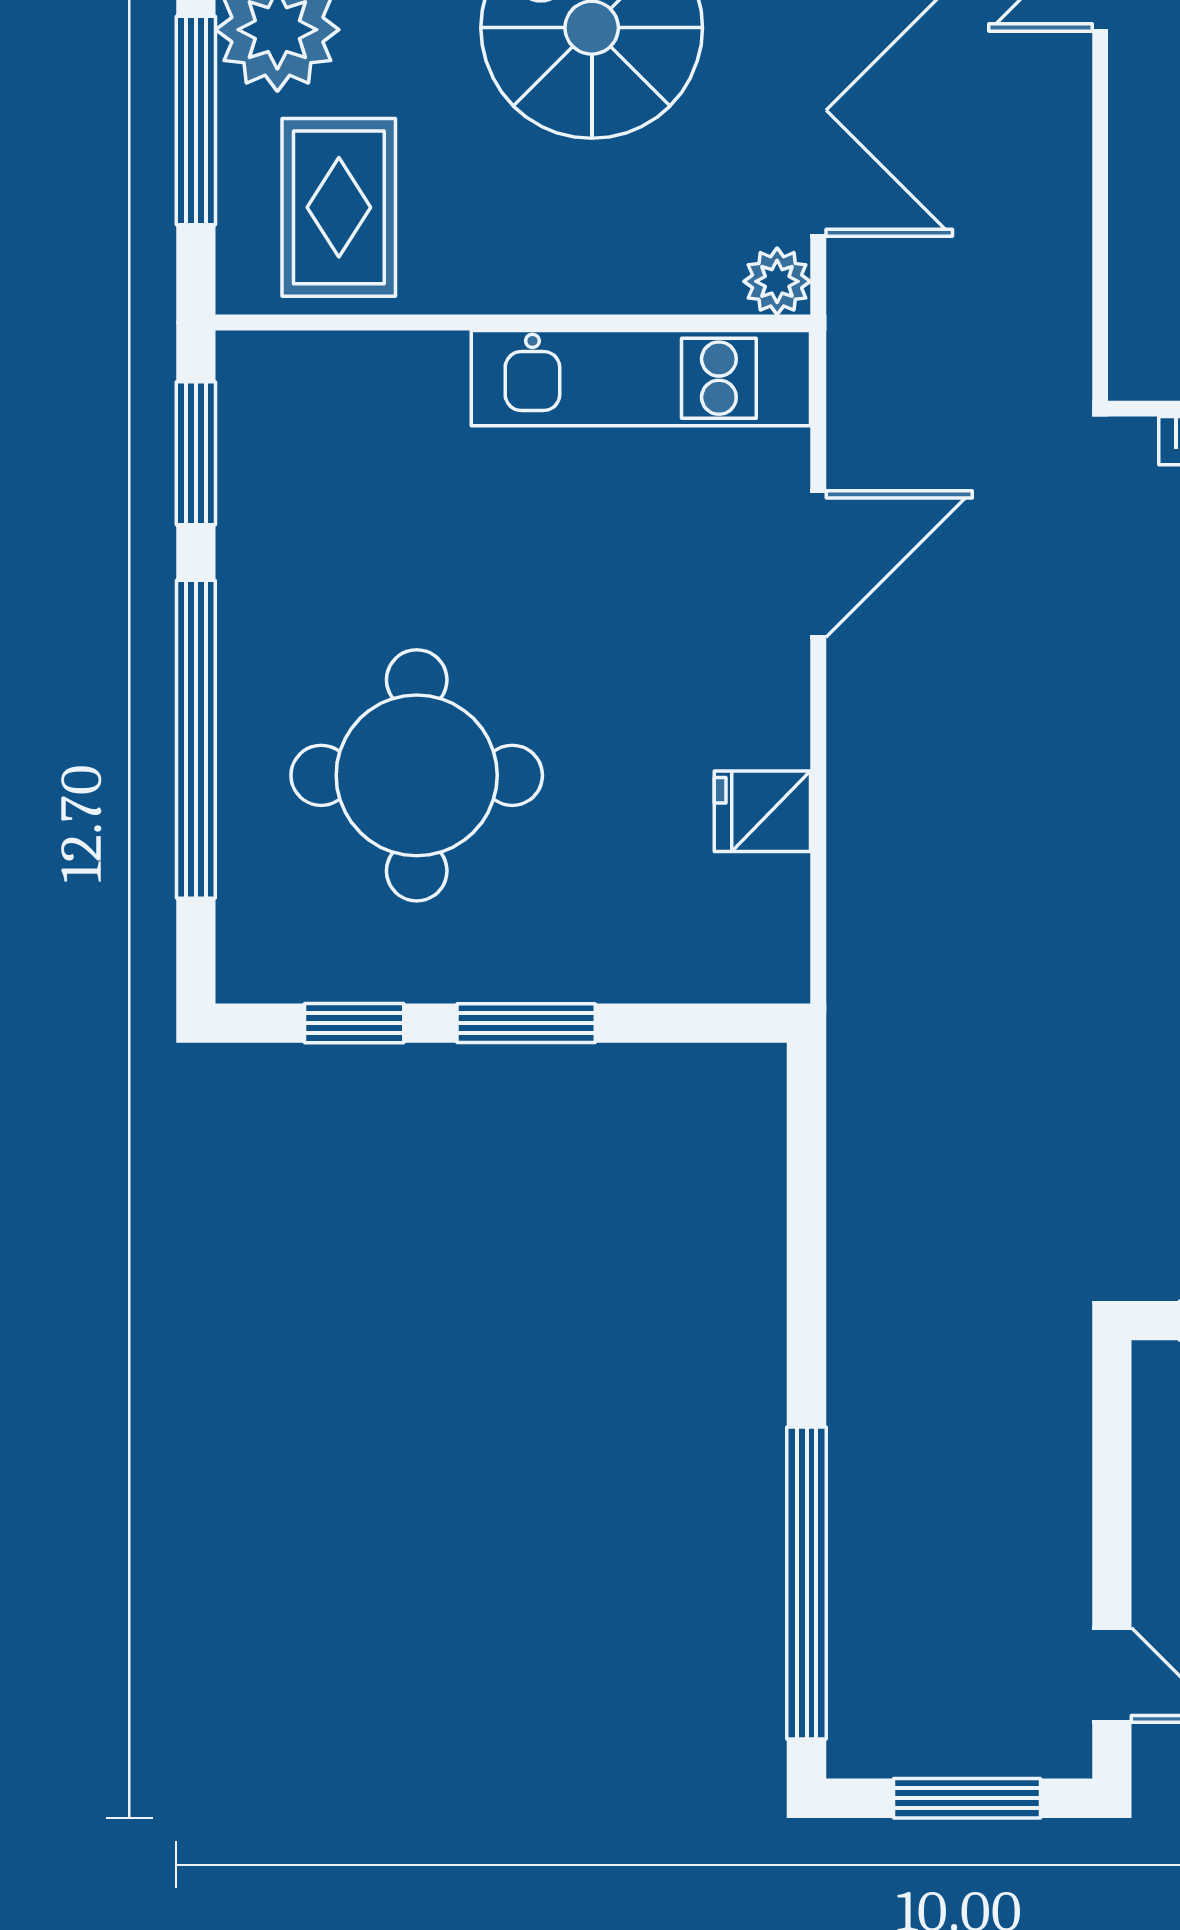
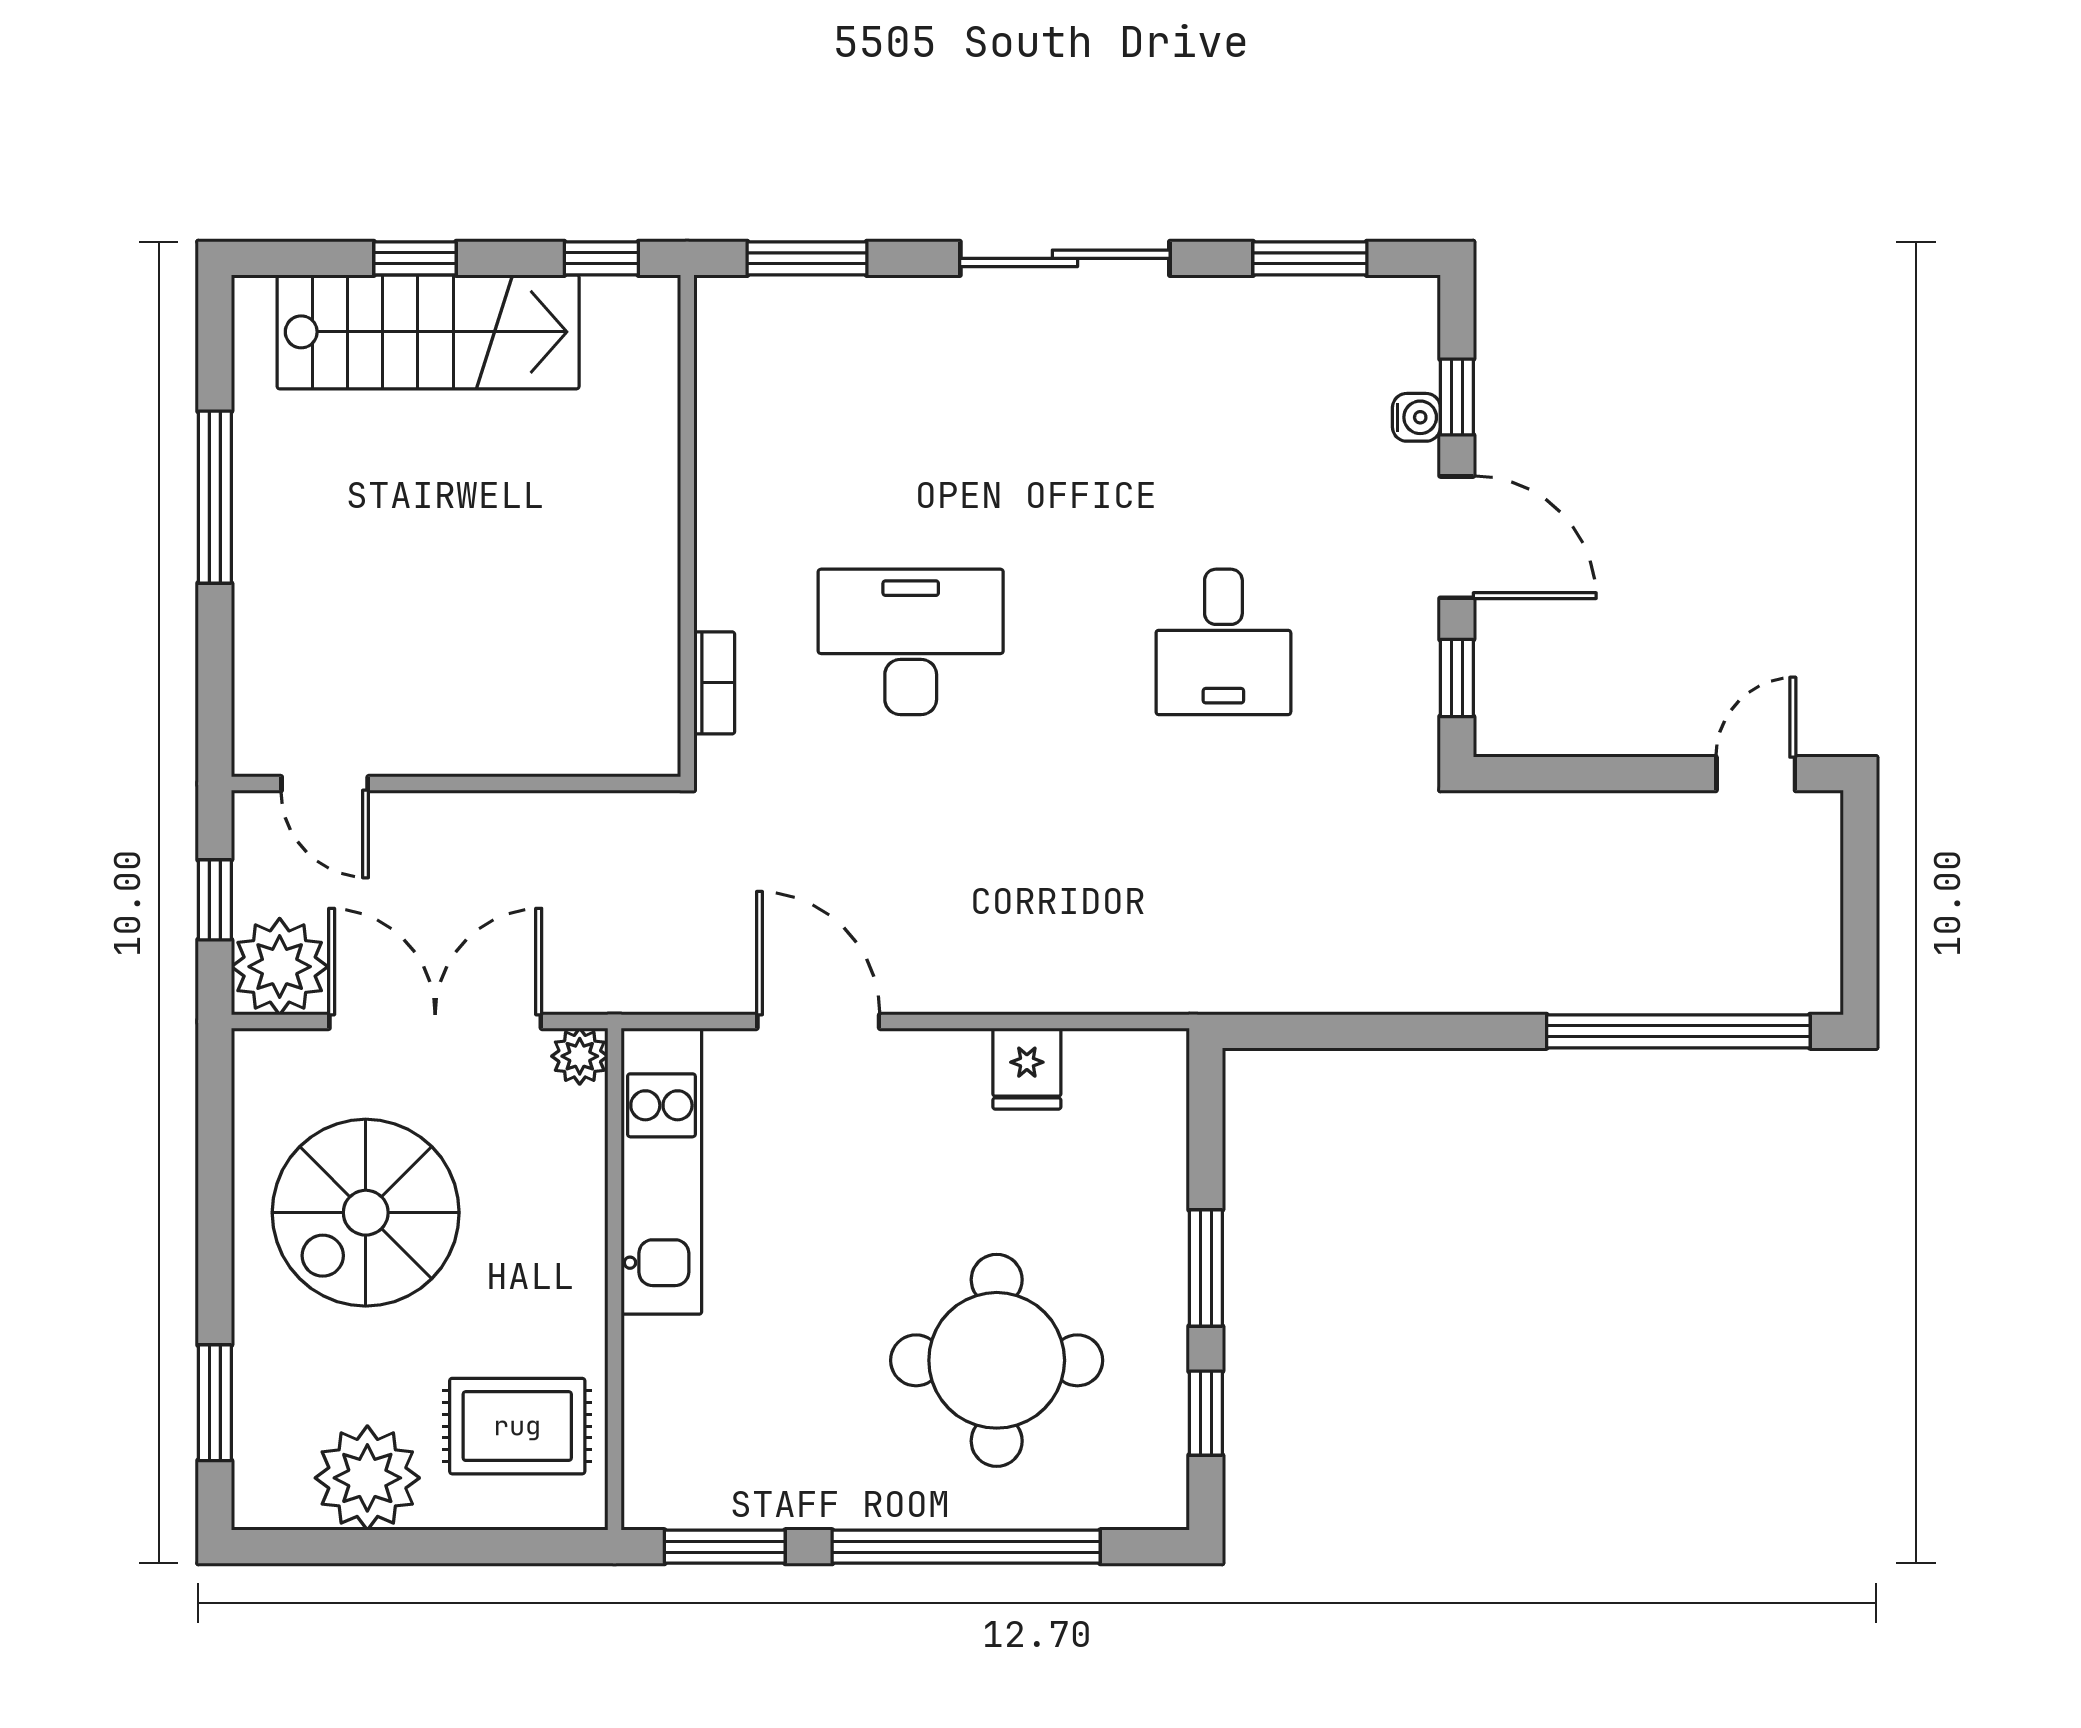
window: (196, 121) -> (444, 1547), removed
window: (967, 1798) -> (1860, 896), removed

